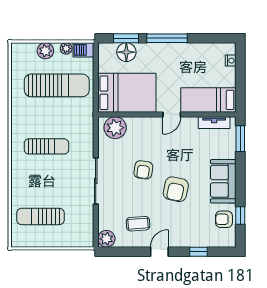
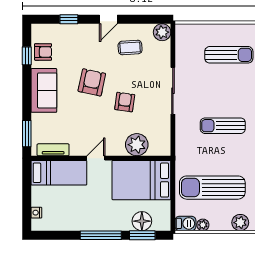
plant: (45, 51) -> (240, 223), moved
plant: (115, 128) -> (137, 145), moved

